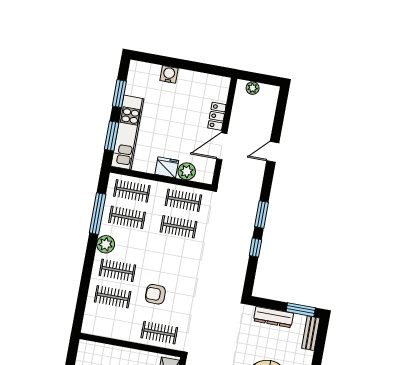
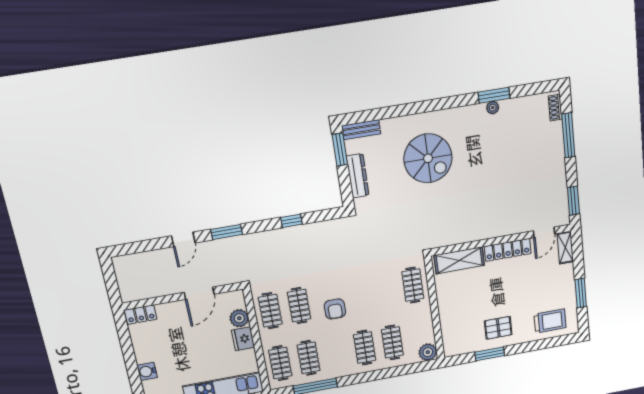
plant: (253, 88) -> (125, 285), removed
locker: (217, 116) -> (141, 315), moved
door: (222, 146) -> (199, 293), hinge flipped
door: (273, 152) -> (183, 239), hinge flipped
window: (261, 214) -> (227, 232), moved
plant: (106, 244) -> (428, 352), moved
armchair: (155, 294) -> (335, 309), moved

